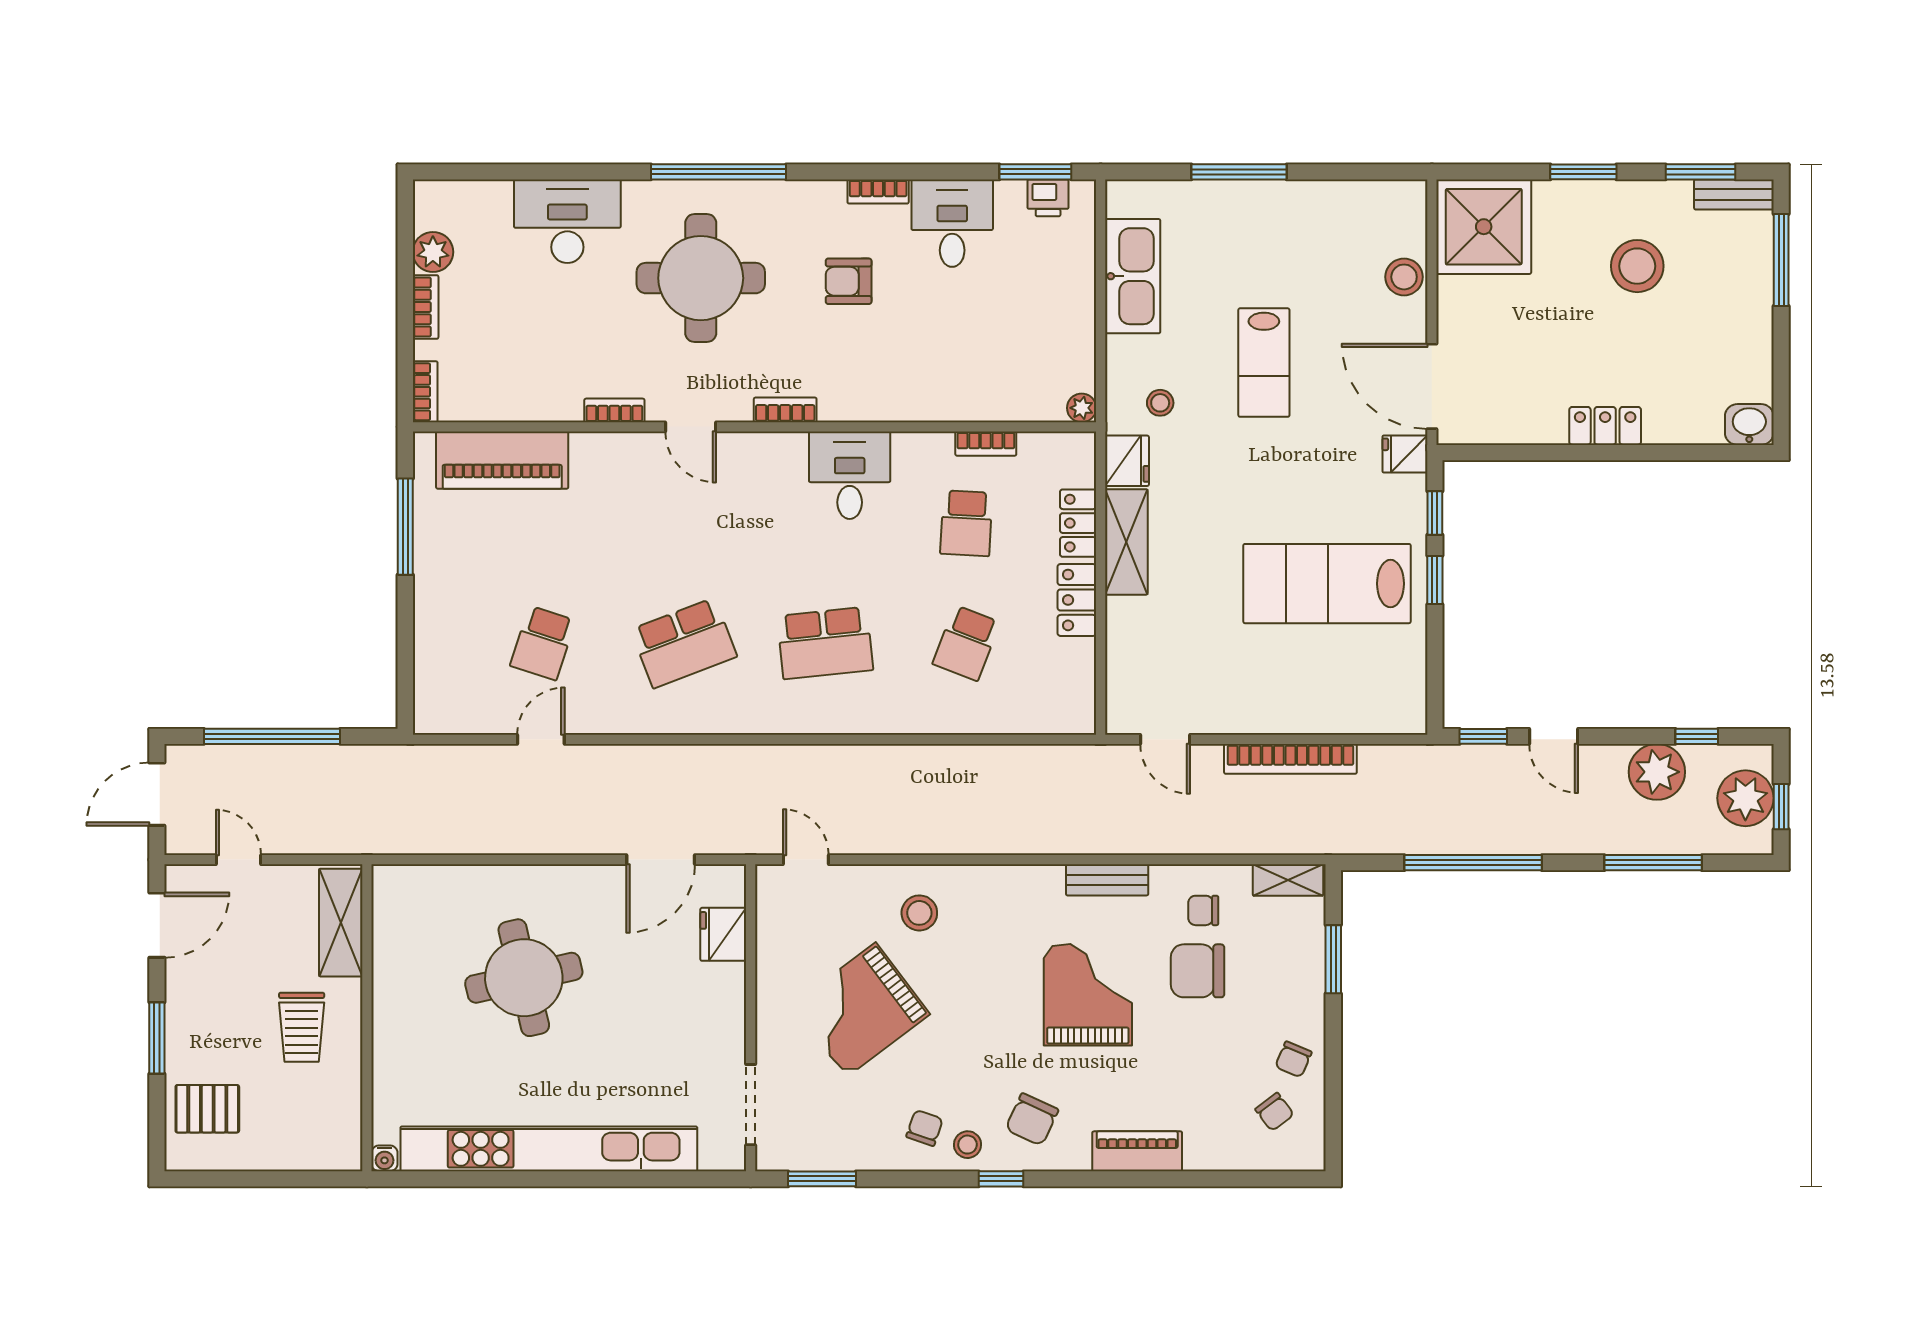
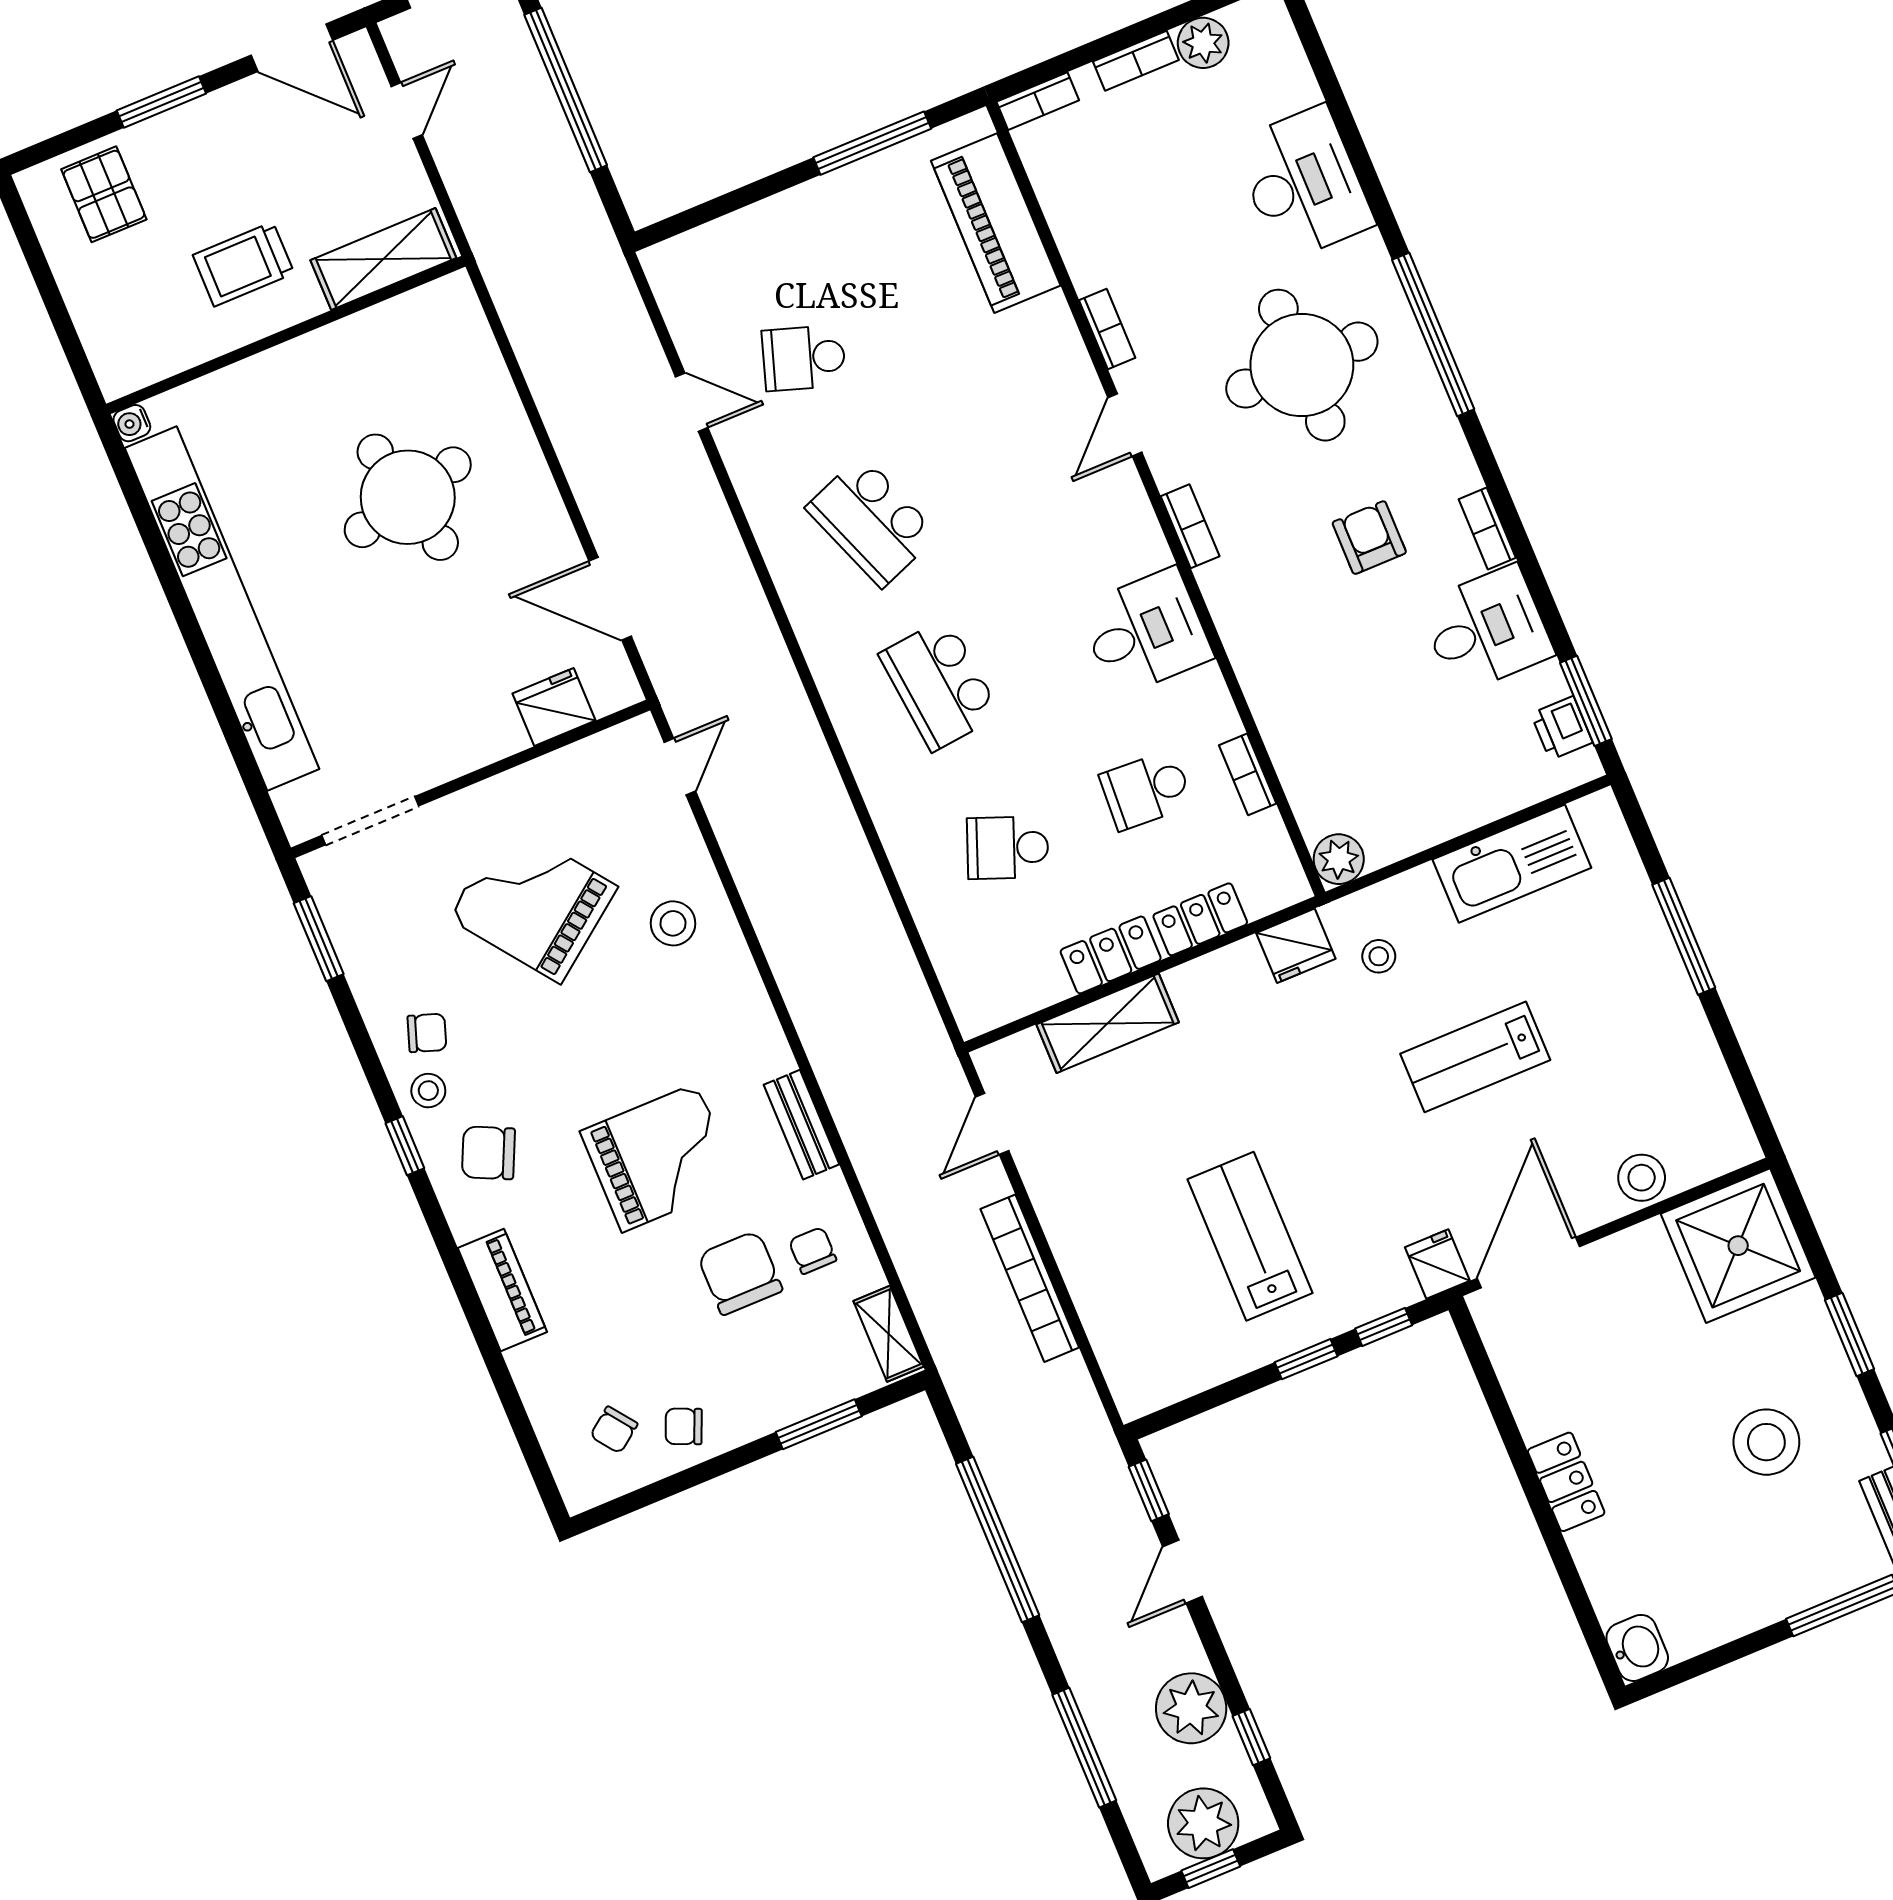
plant: (1082, 408) -> (1339, 859), width x1.38, depth x1.38
shelving: (1126, 542) -> (1108, 1023), moved
lab bench: (1327, 584) -> (1250, 1236), width x0.73, depth x0.72

